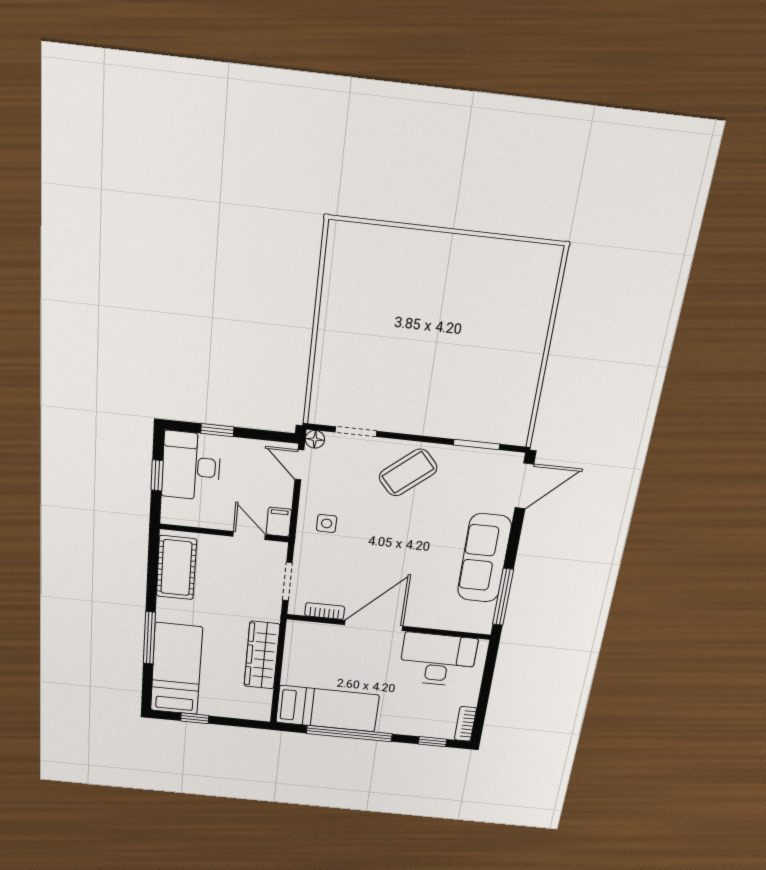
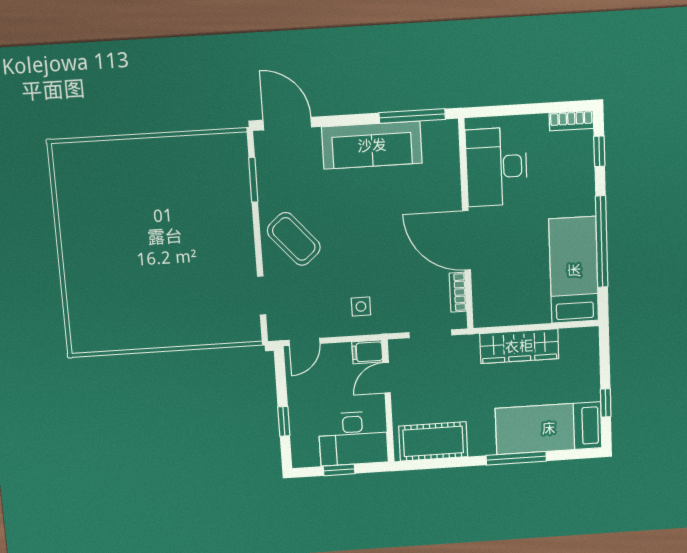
floor lamp: (315, 439) -> (276, 332), removed
desk: (191, 466) -> (353, 438), moved

